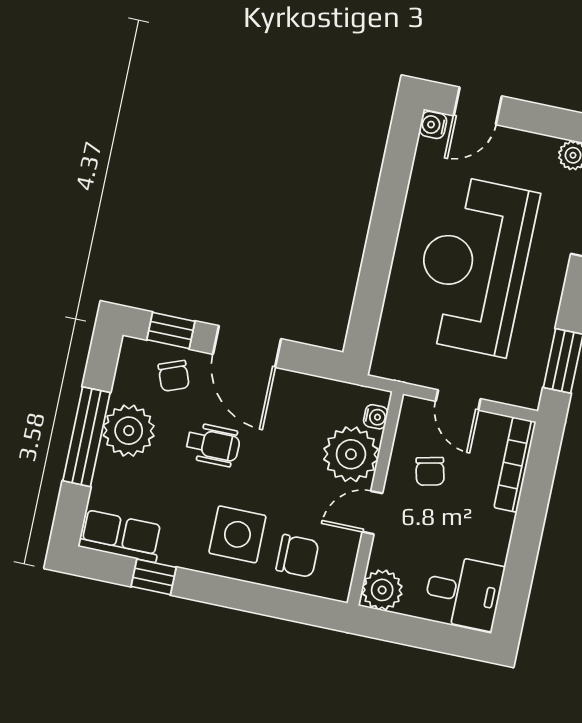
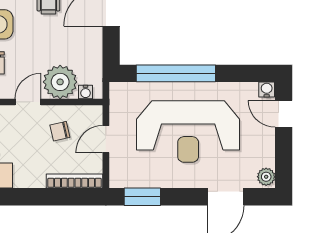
window: (376, 265) -> (176, 73), added
reception desk: (474, 265) -> (188, 132), turned 180
door: (372, 513) -> (28, 102), hinge flipped

